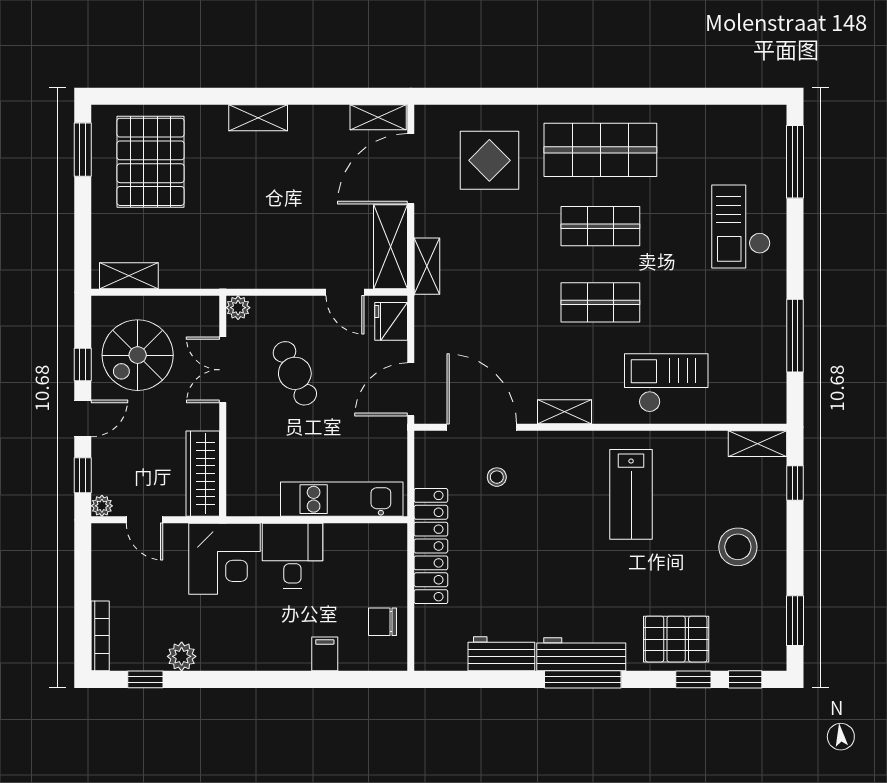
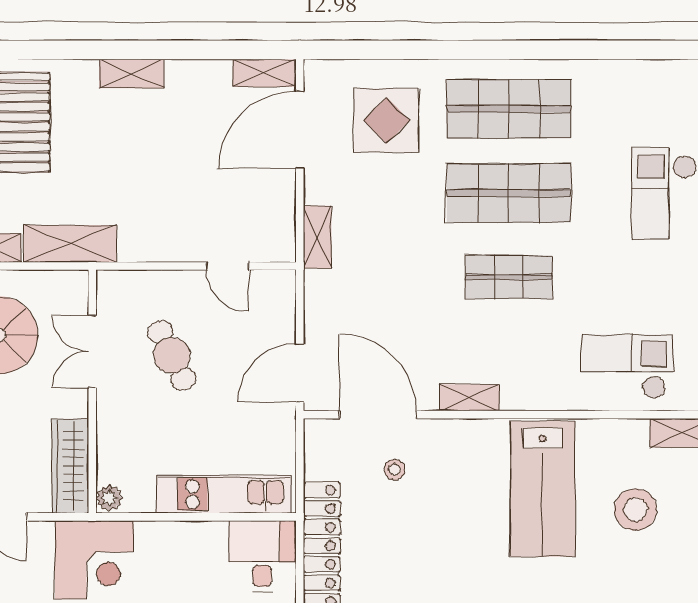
shop shelf: (600, 226) -> (509, 193), width x1.43, depth x1.36
shelving: (391, 247) -> (70, 244), moved, turned 90
plant: (238, 308) -> (109, 498), moved
fridge: (391, 321) -> (278, 298), removed
checkout: (666, 383) -> (627, 367), moved
lab bench: (631, 494) -> (543, 489), width x1.36, depth x1.39
stool: (738, 547) -> (635, 510), moved
desk: (292, 556) -> (262, 556), moved

